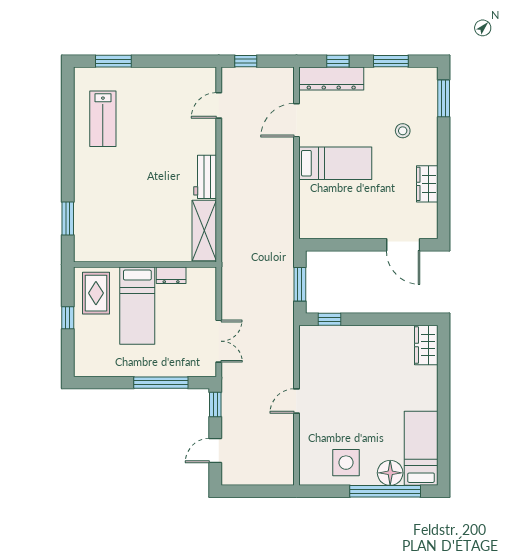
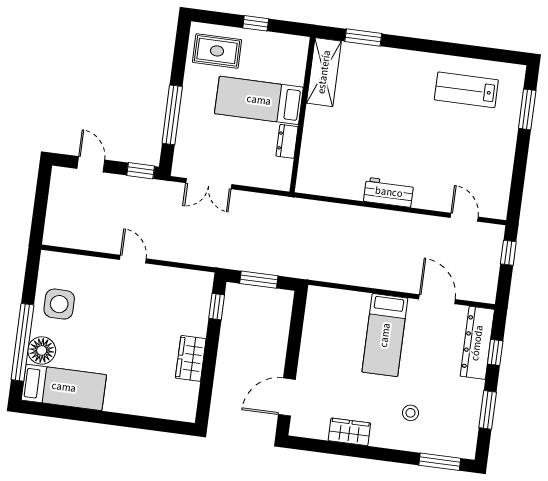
shelving: (204, 231) -> (324, 72), moved, turned 90
rug: (96, 293) -> (217, 51), moved
wardrobe: (426, 345) -> (191, 358), moved, turned -90

